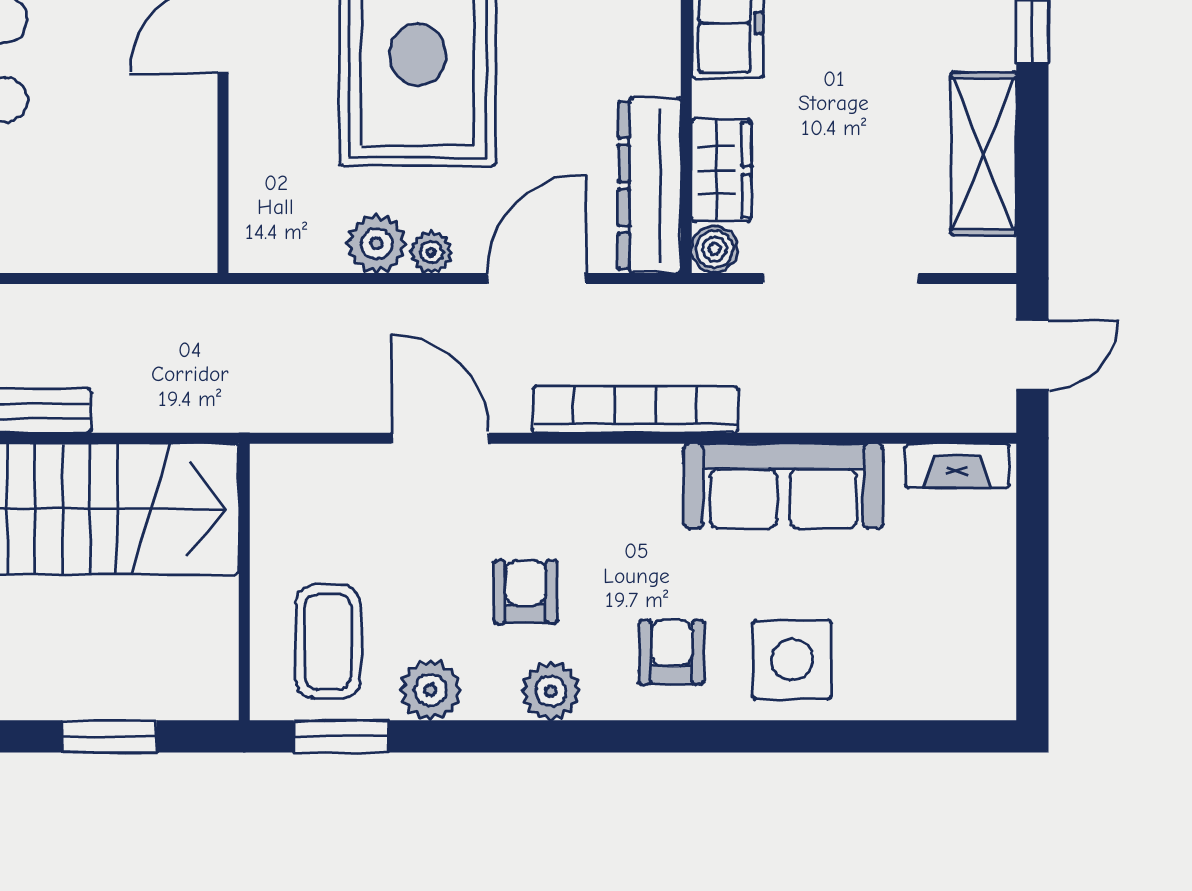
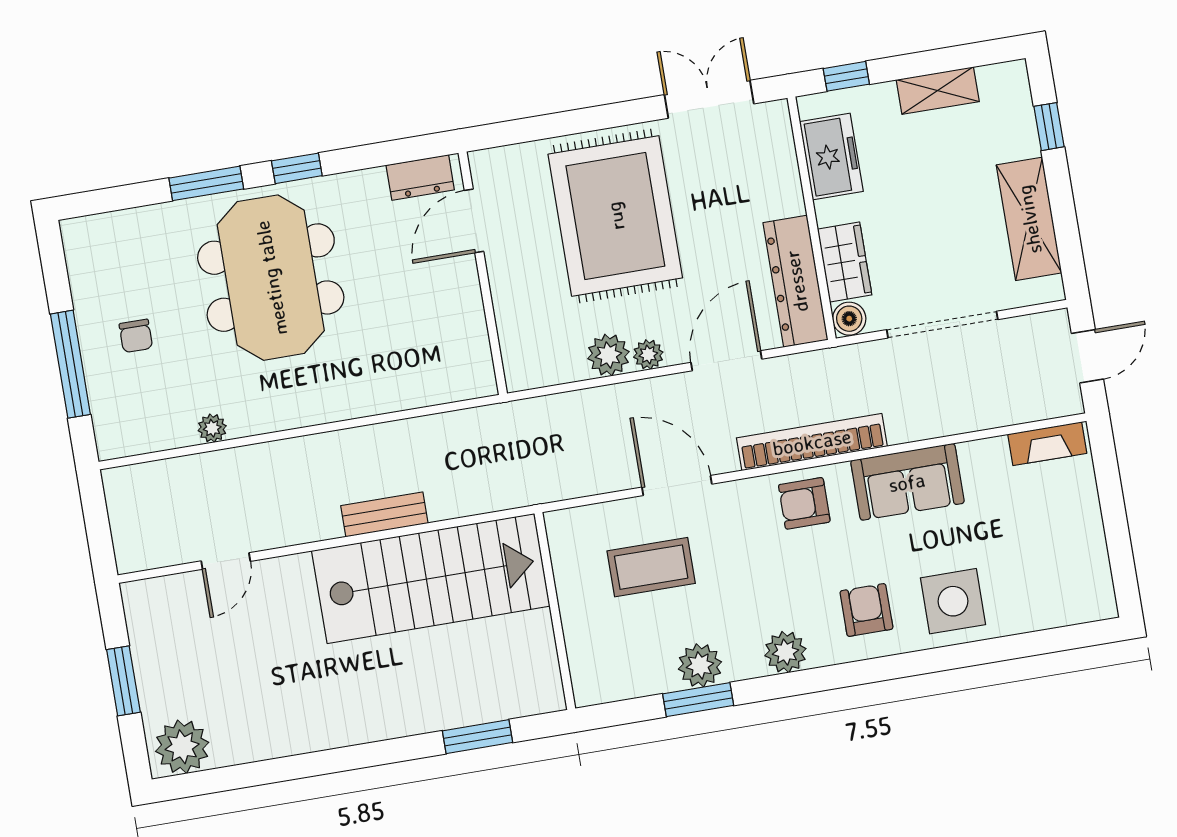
sofa: (783, 486) -> (907, 482), width x0.73
armchair: (525, 592) -> (804, 503), moved, turned -90
coffee table: (328, 642) -> (651, 567), moved, turned 90
window: (341, 736) -> (698, 700), moved

